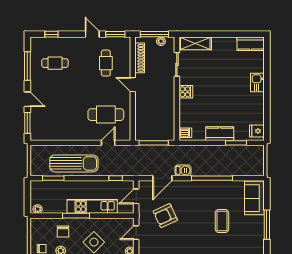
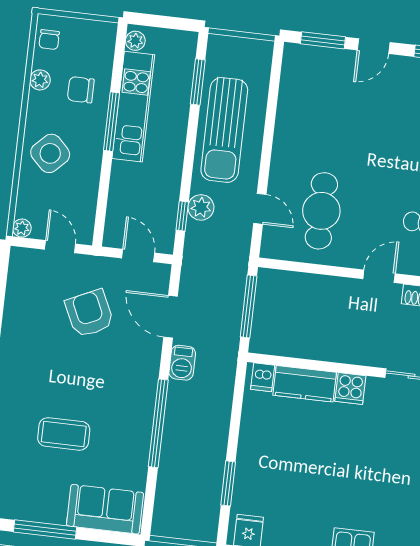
kitchen counter: (220, 134) -> (305, 384), moved, turned 90
plant: (111, 170) -> (201, 207), added
kitchen unit: (92, 206) -> (133, 107), moved

